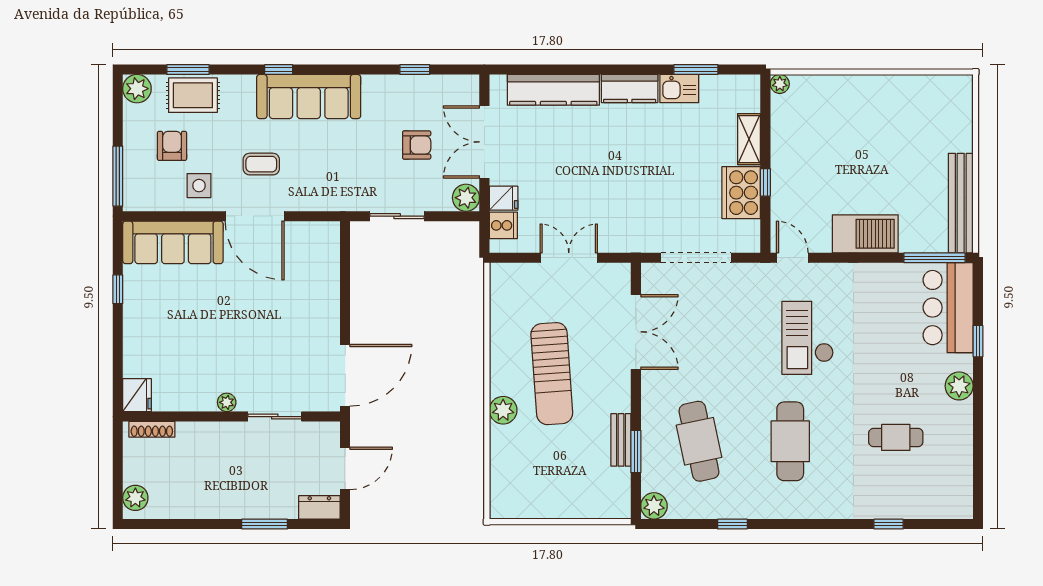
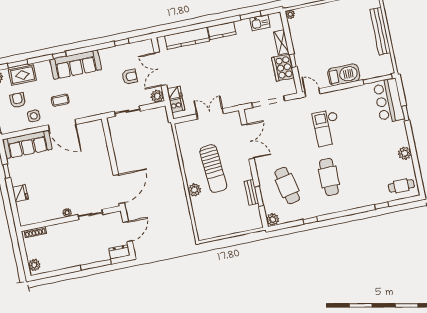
kitchen sink: (679, 89) -> (260, 23), moved
bench: (961, 203) -> (380, 31), moved
plant: (959, 386) -> (405, 153), moved
fridge: (137, 395) -> (20, 193), moved
cafe table: (896, 437) -> (401, 186), moved
window: (265, 524) -> (96, 265), width x1.44

